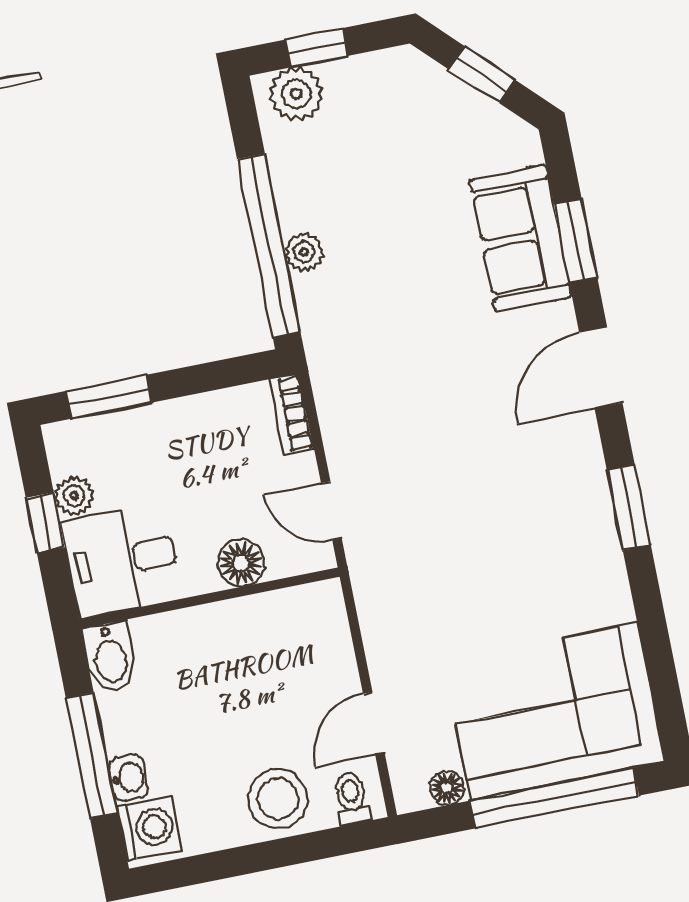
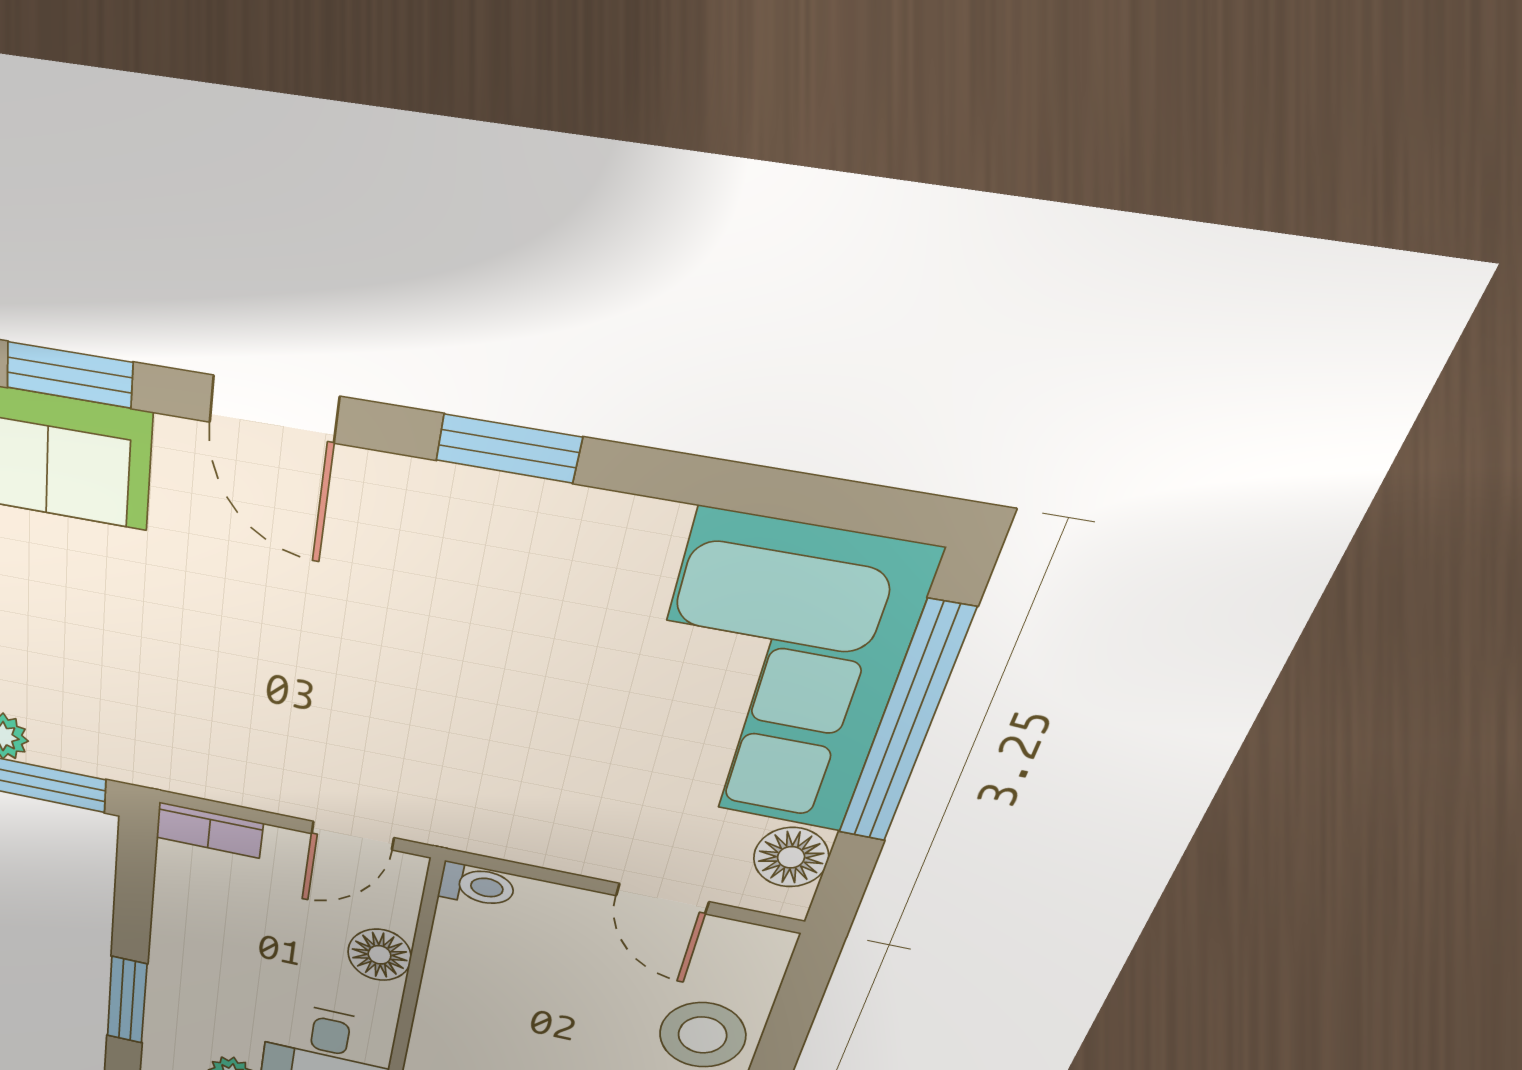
floor lamp: (447, 788) -> (791, 857), width x1.37, depth x1.37
toilet: (351, 798) -> (477, 885), moved, turned 180

